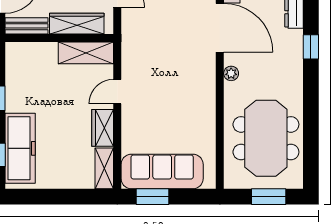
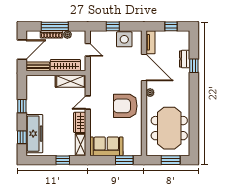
window: (311, 47) -> (194, 66), moved
armchair: (186, 98) -> (125, 106), added
sofa: (162, 172) -> (106, 146), width x0.73
window: (72, 197) -> (63, 160), added
window: (152, 197) -> (124, 160), moved

